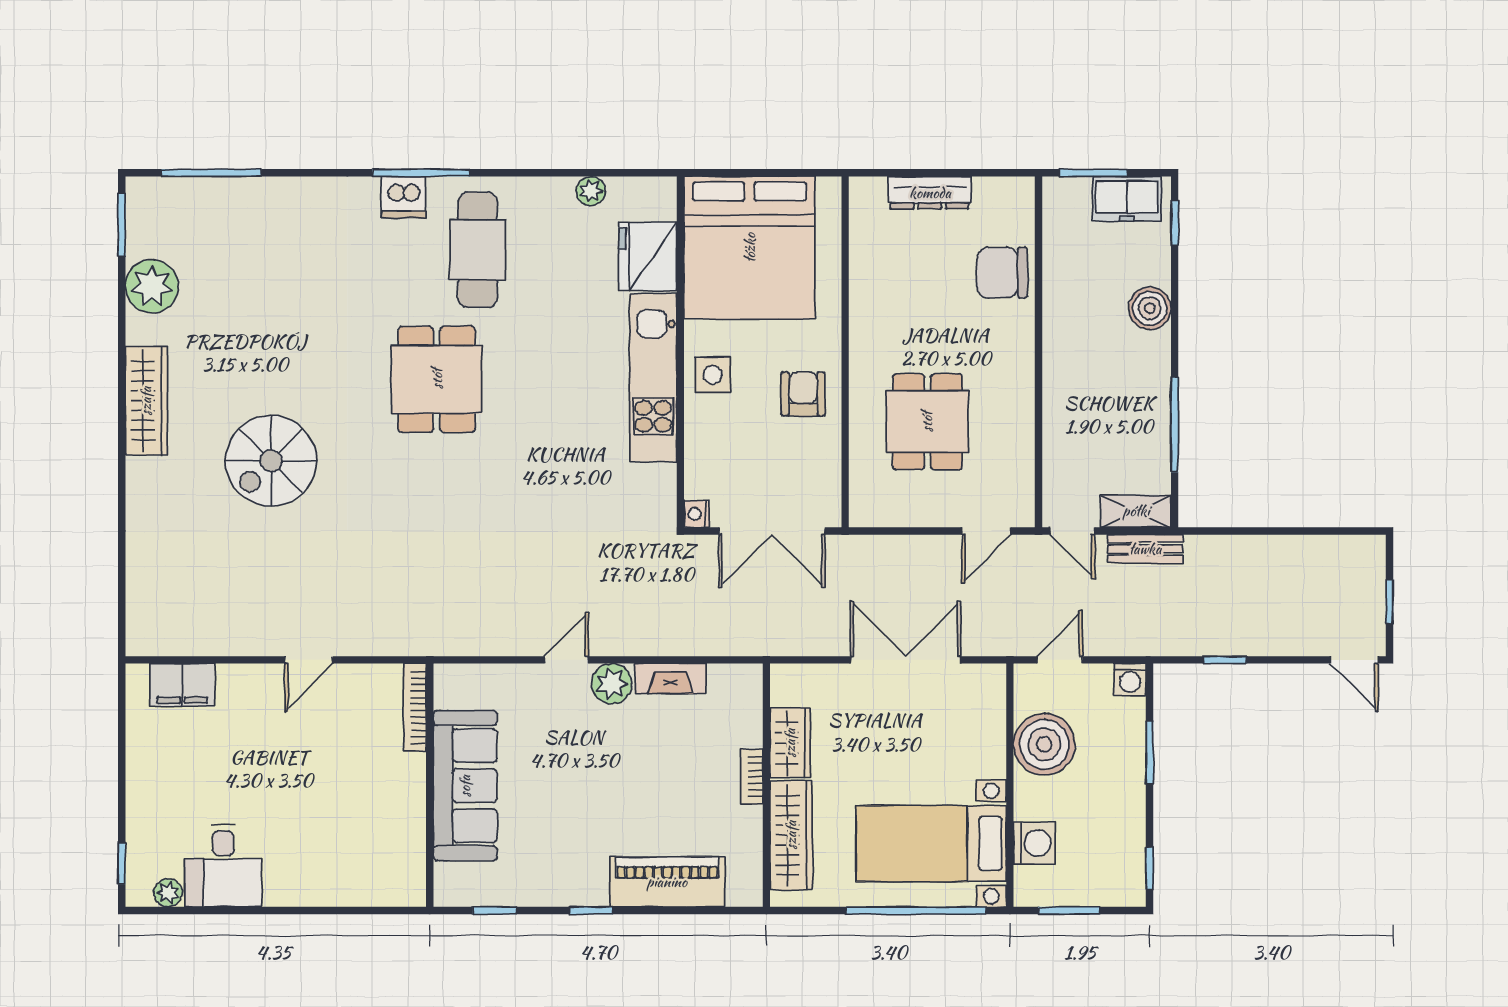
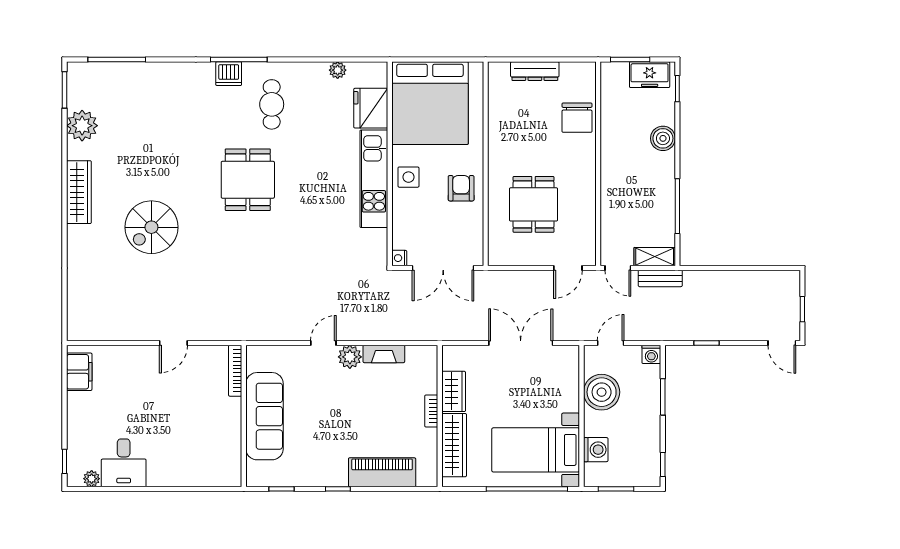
cafe table: (478, 250) -> (272, 104), width x0.73, depth x0.74
chair: (1002, 273) -> (577, 118), turned -90
filing cabinet: (182, 685) -> (79, 372), moved, turned -90

